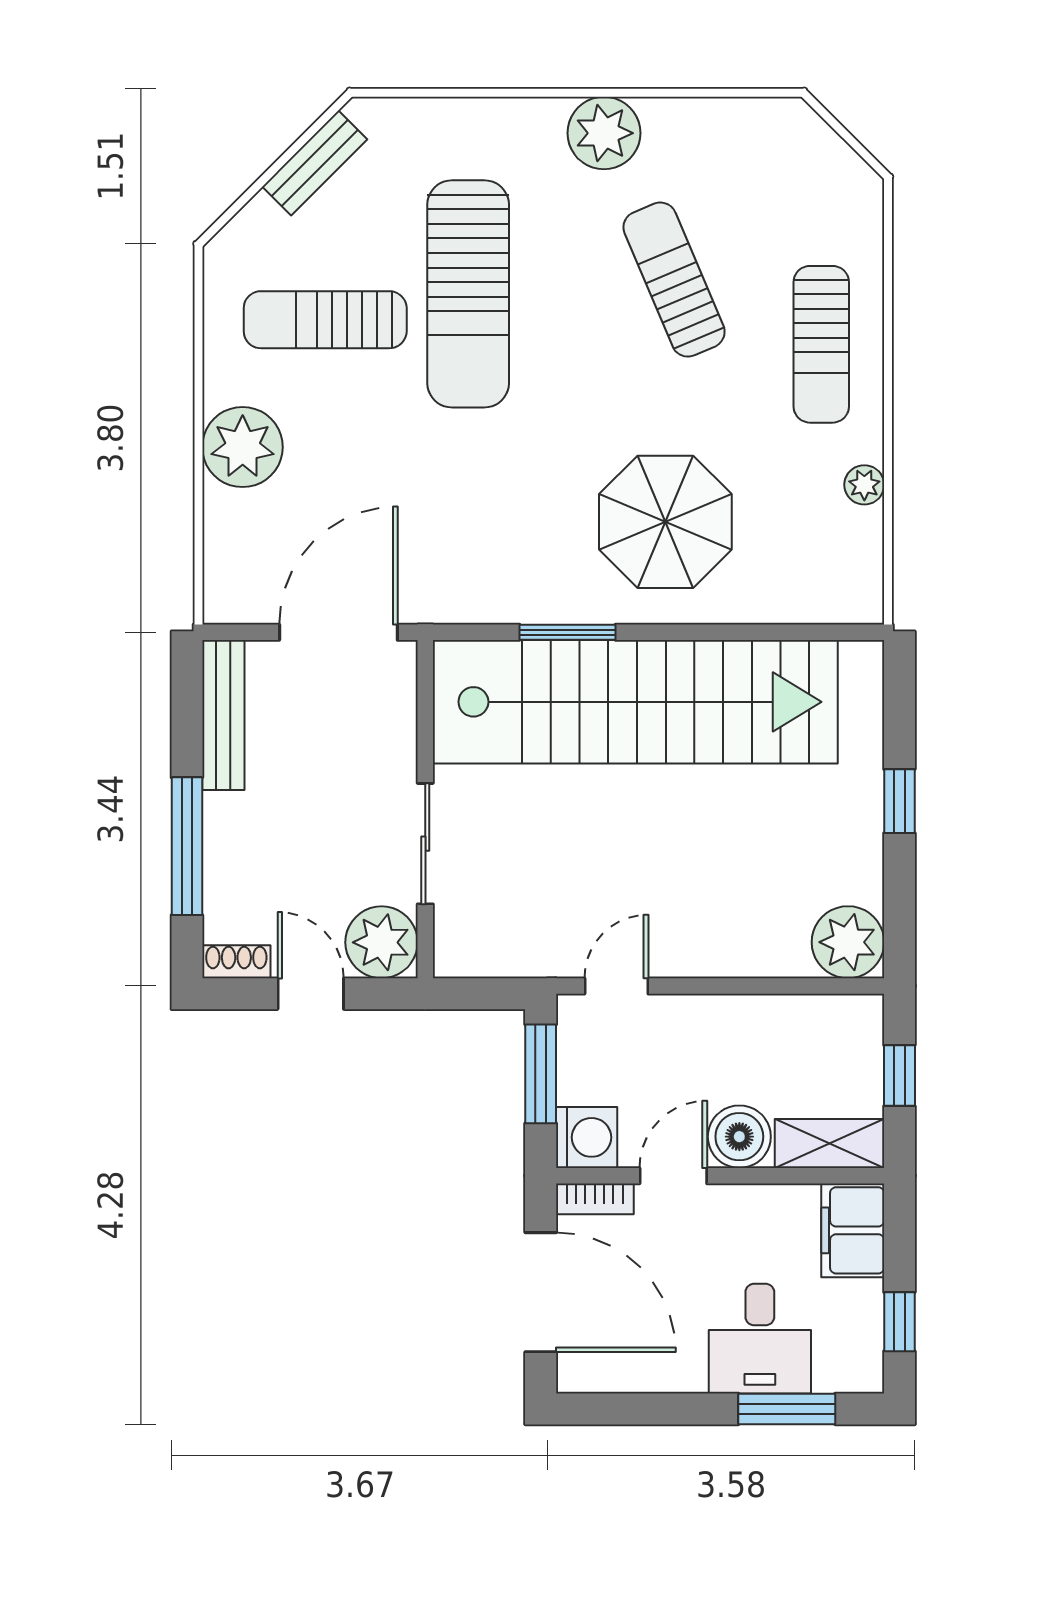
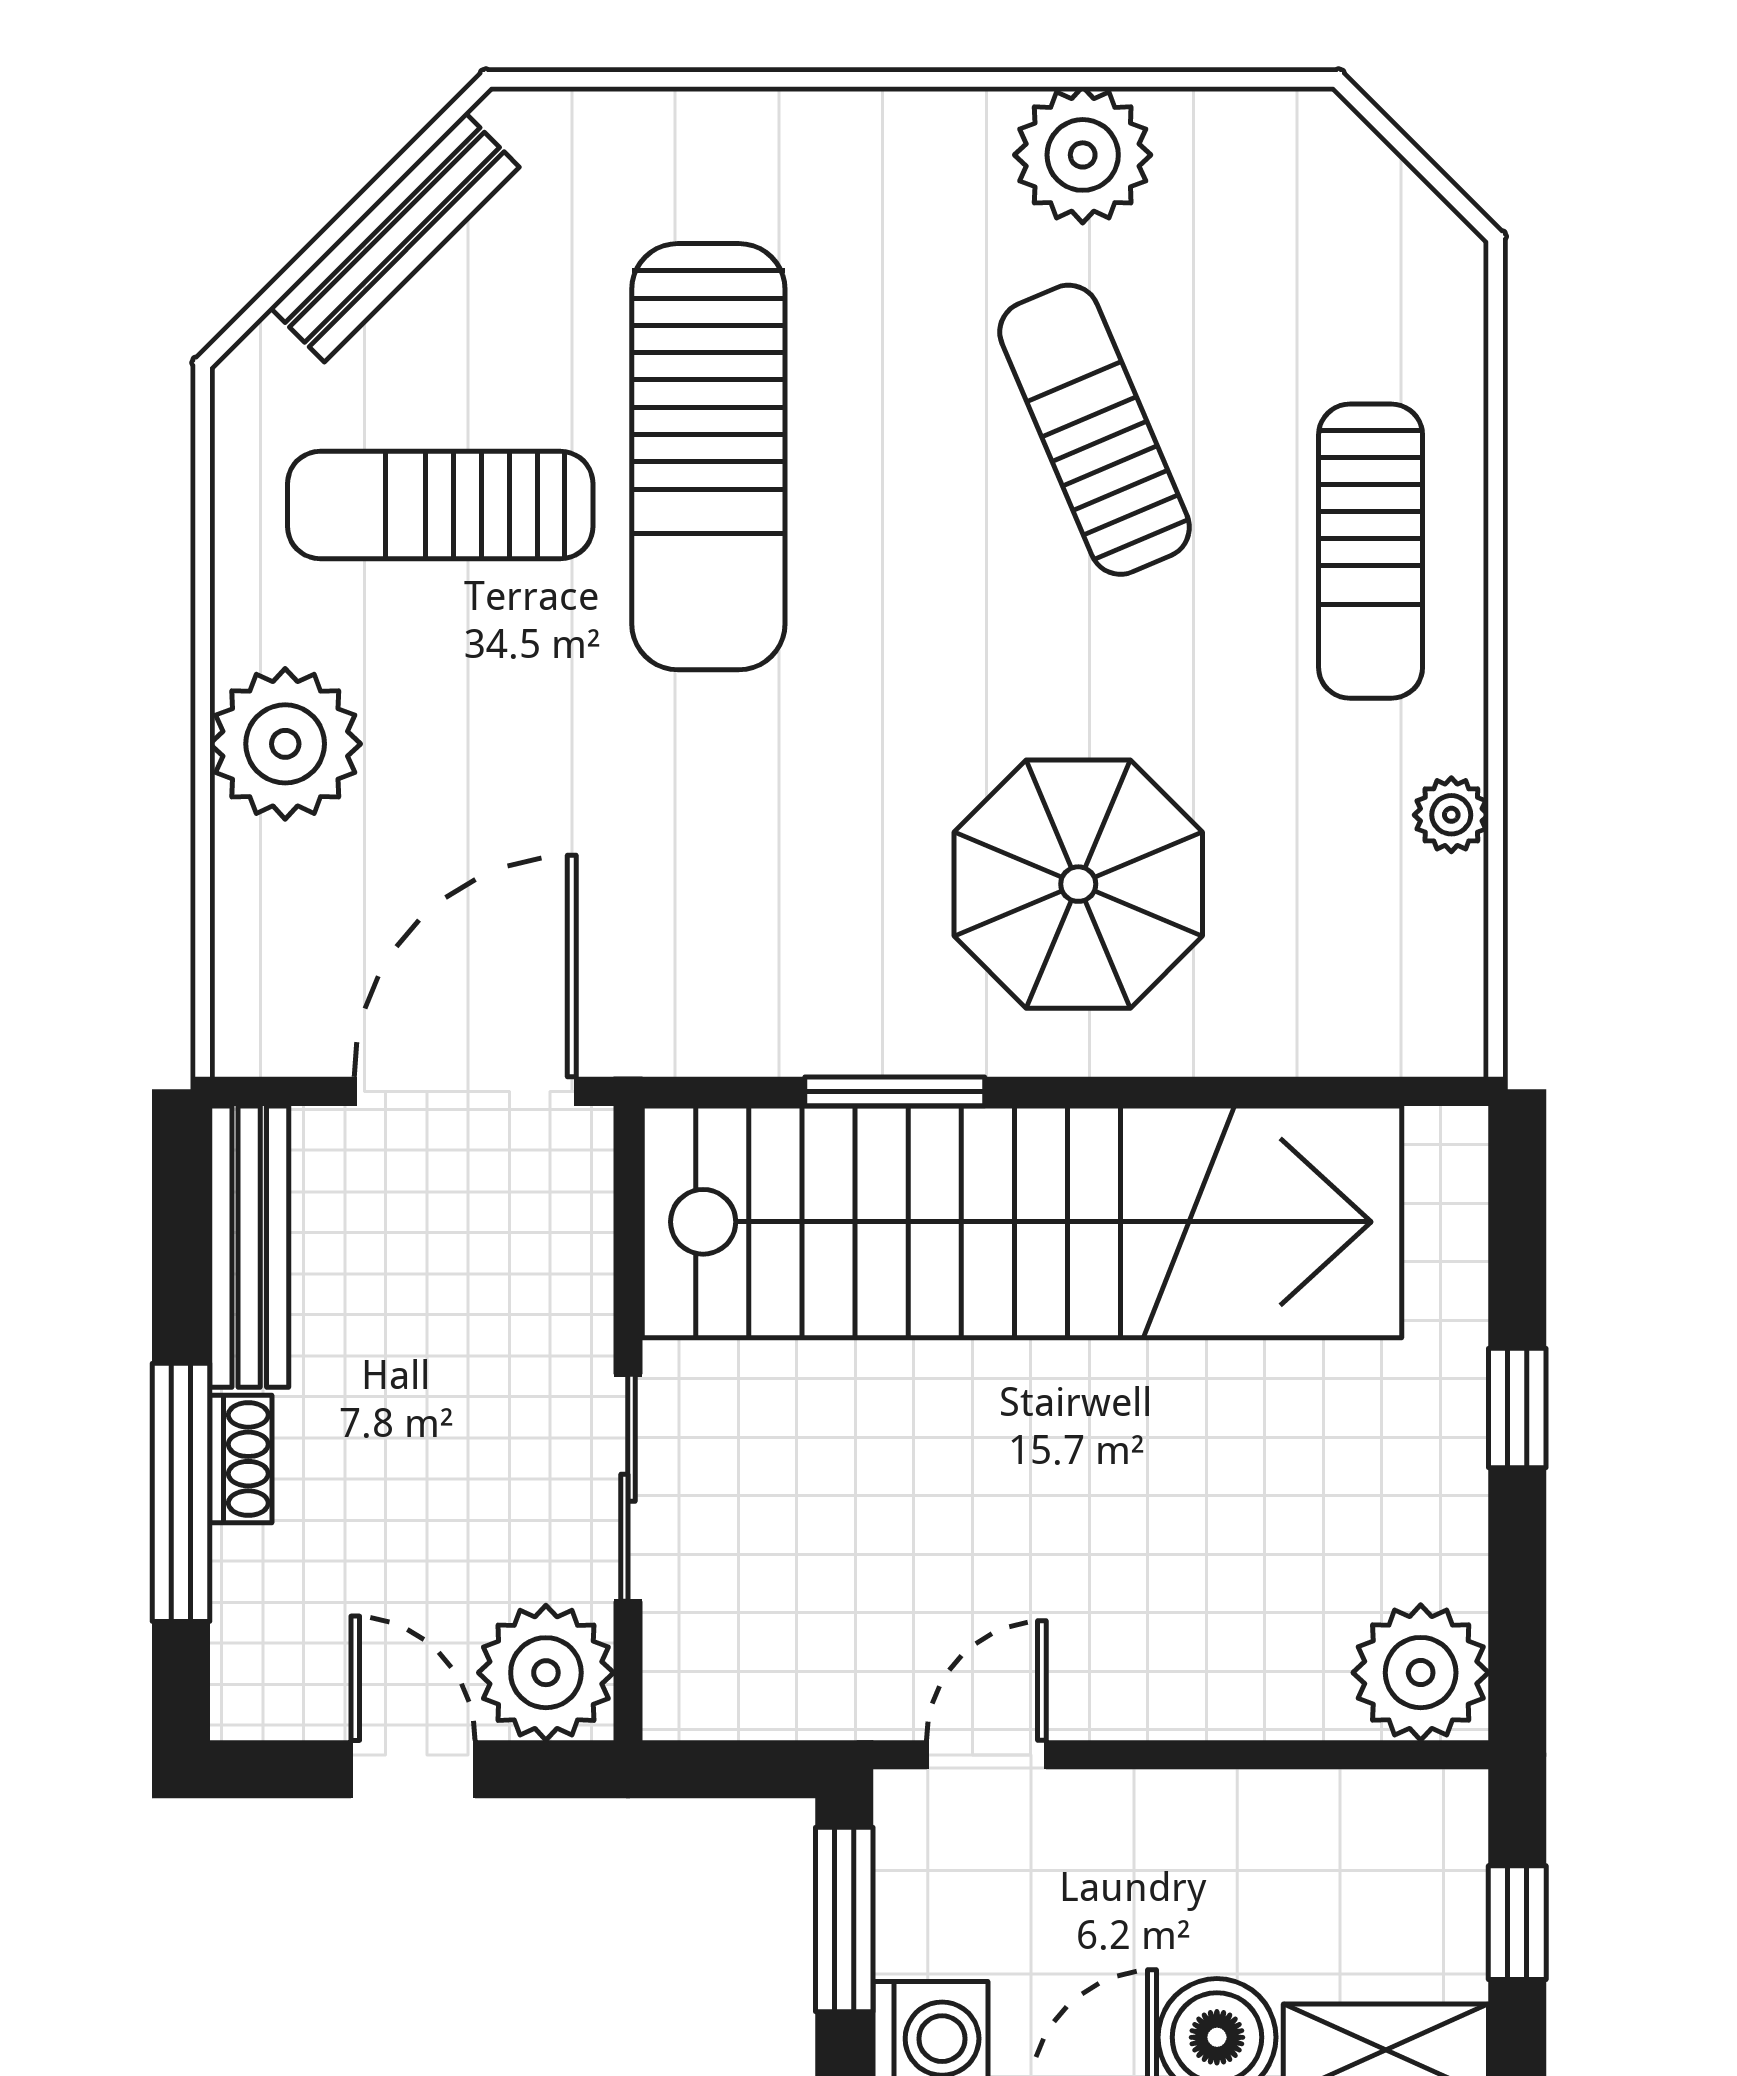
plant: (604, 133) -> (1083, 155), moved
bench: (315, 163) -> (395, 237), width x1.36
shoe rack: (236, 962) -> (241, 1459), moved, turned 90

